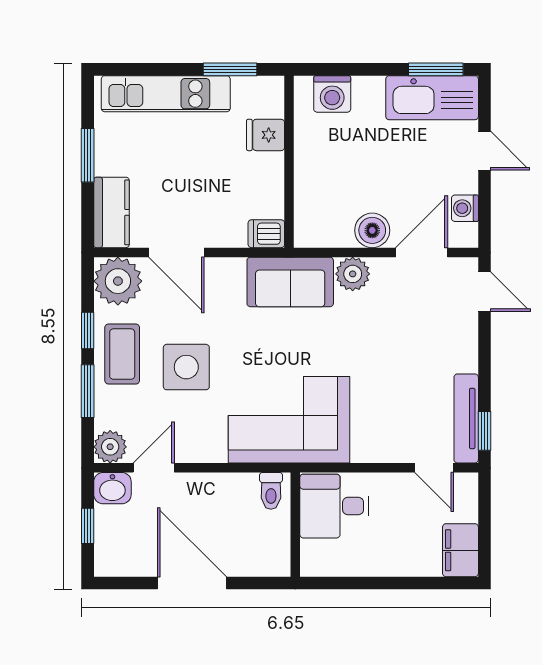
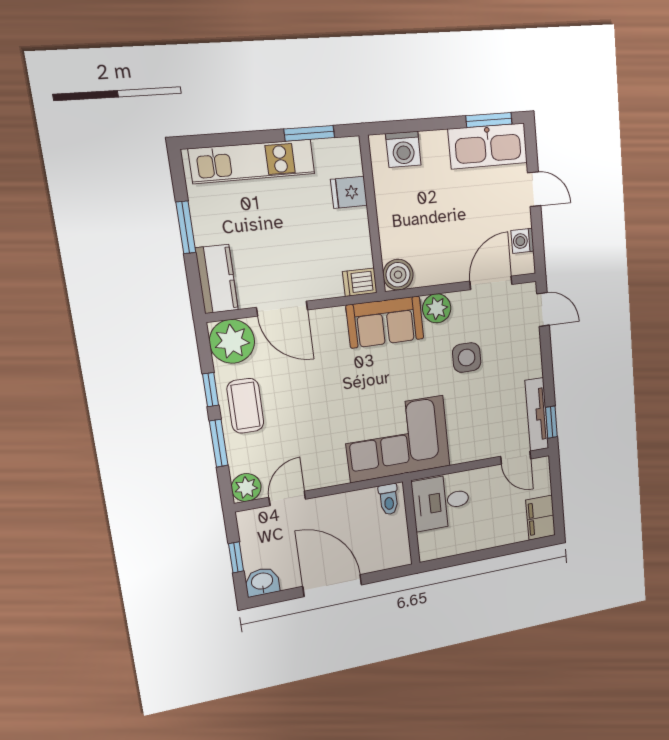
boiler: (372, 230) -> (398, 275), moved
side table: (186, 367) -> (467, 358), moved, width x0.73, depth x0.73
washbasin: (112, 488) -> (262, 582), moved, turned 180

